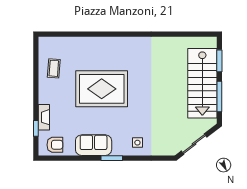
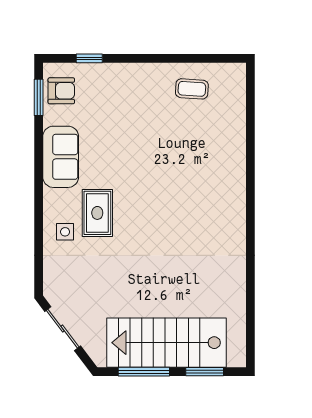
rug: (102, 89) -> (97, 213), moved, width x0.54, depth x0.49
fireplace: (44, 117) -> (108, 72), removed
armchair: (55, 145) -> (61, 91), turned -90
window: (112, 158) -> (39, 97), moved

